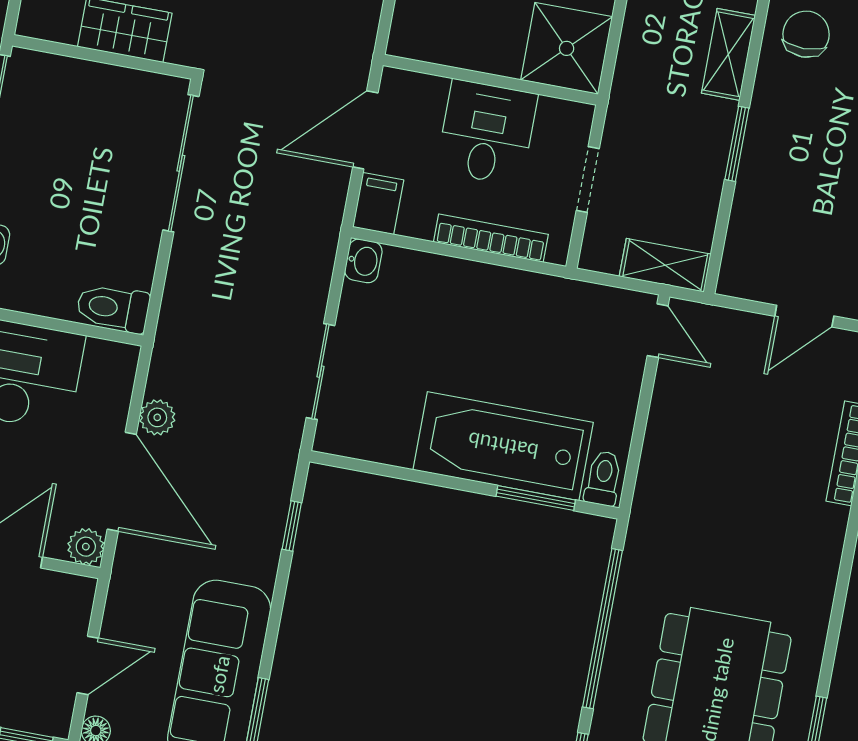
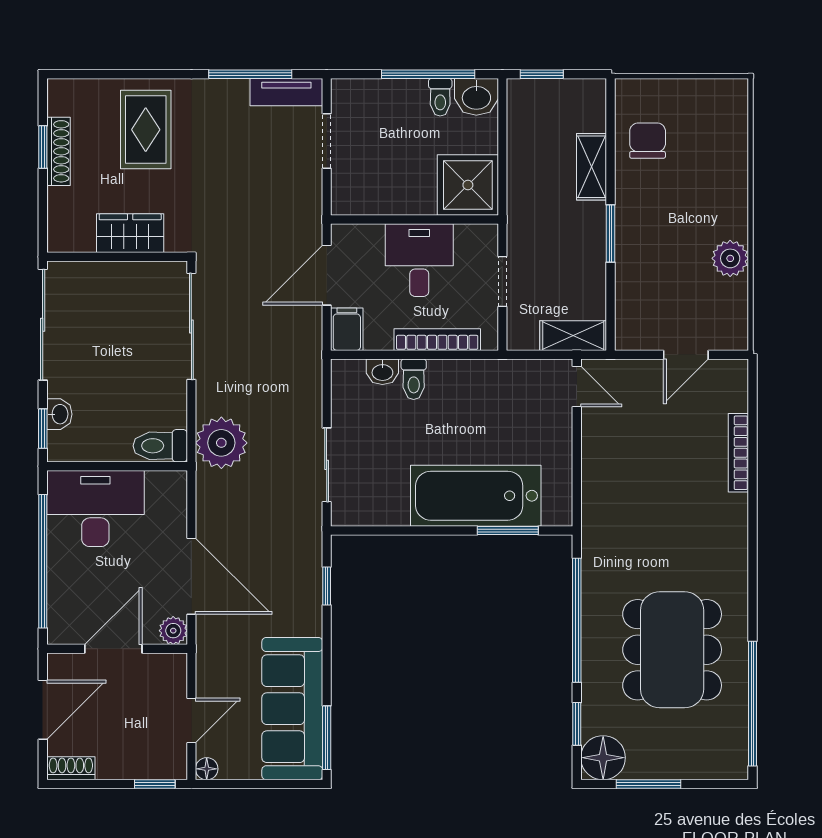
washbasin: (363, 261) -> (382, 372), moved, turned 90
plant: (157, 417) -> (221, 443), moved, width x1.88, depth x1.88
toilet: (603, 478) -> (414, 379), moved, turned 180

